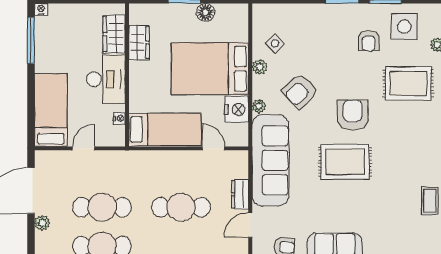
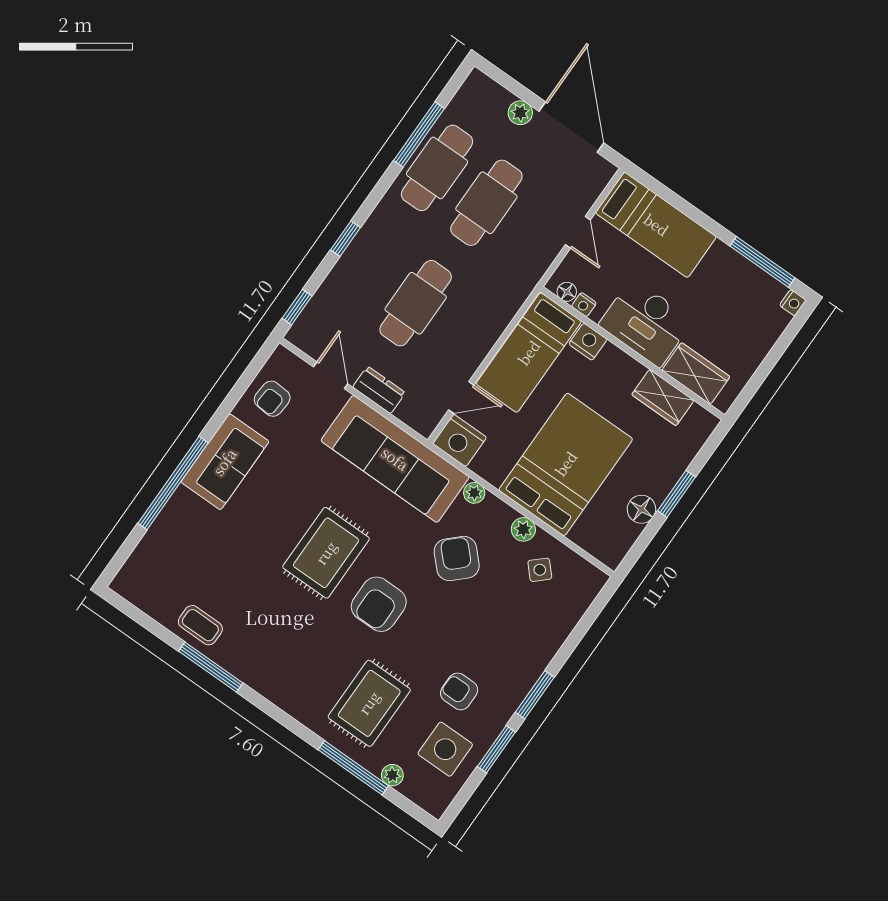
nightstand: (137, 103) -> (588, 342), added
nightstand: (237, 109) -> (460, 440), moved
armchair: (353, 115) -> (379, 604), turned 90
floor lamp: (119, 132) -> (567, 292), added

